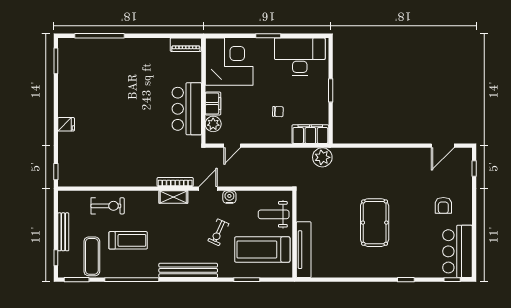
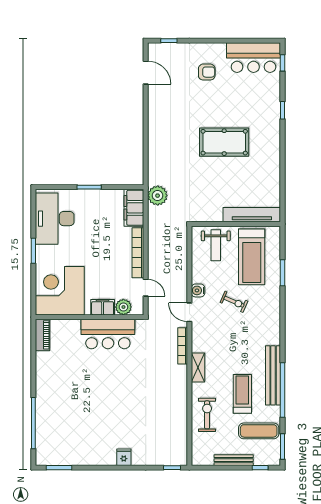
chair: (278, 112) -> (111, 241), removed
bookcase: (266, 138) -> (138, 253), added
shelving: (173, 197) -> (198, 367), moved
bench: (188, 270) -> (273, 375), moved

